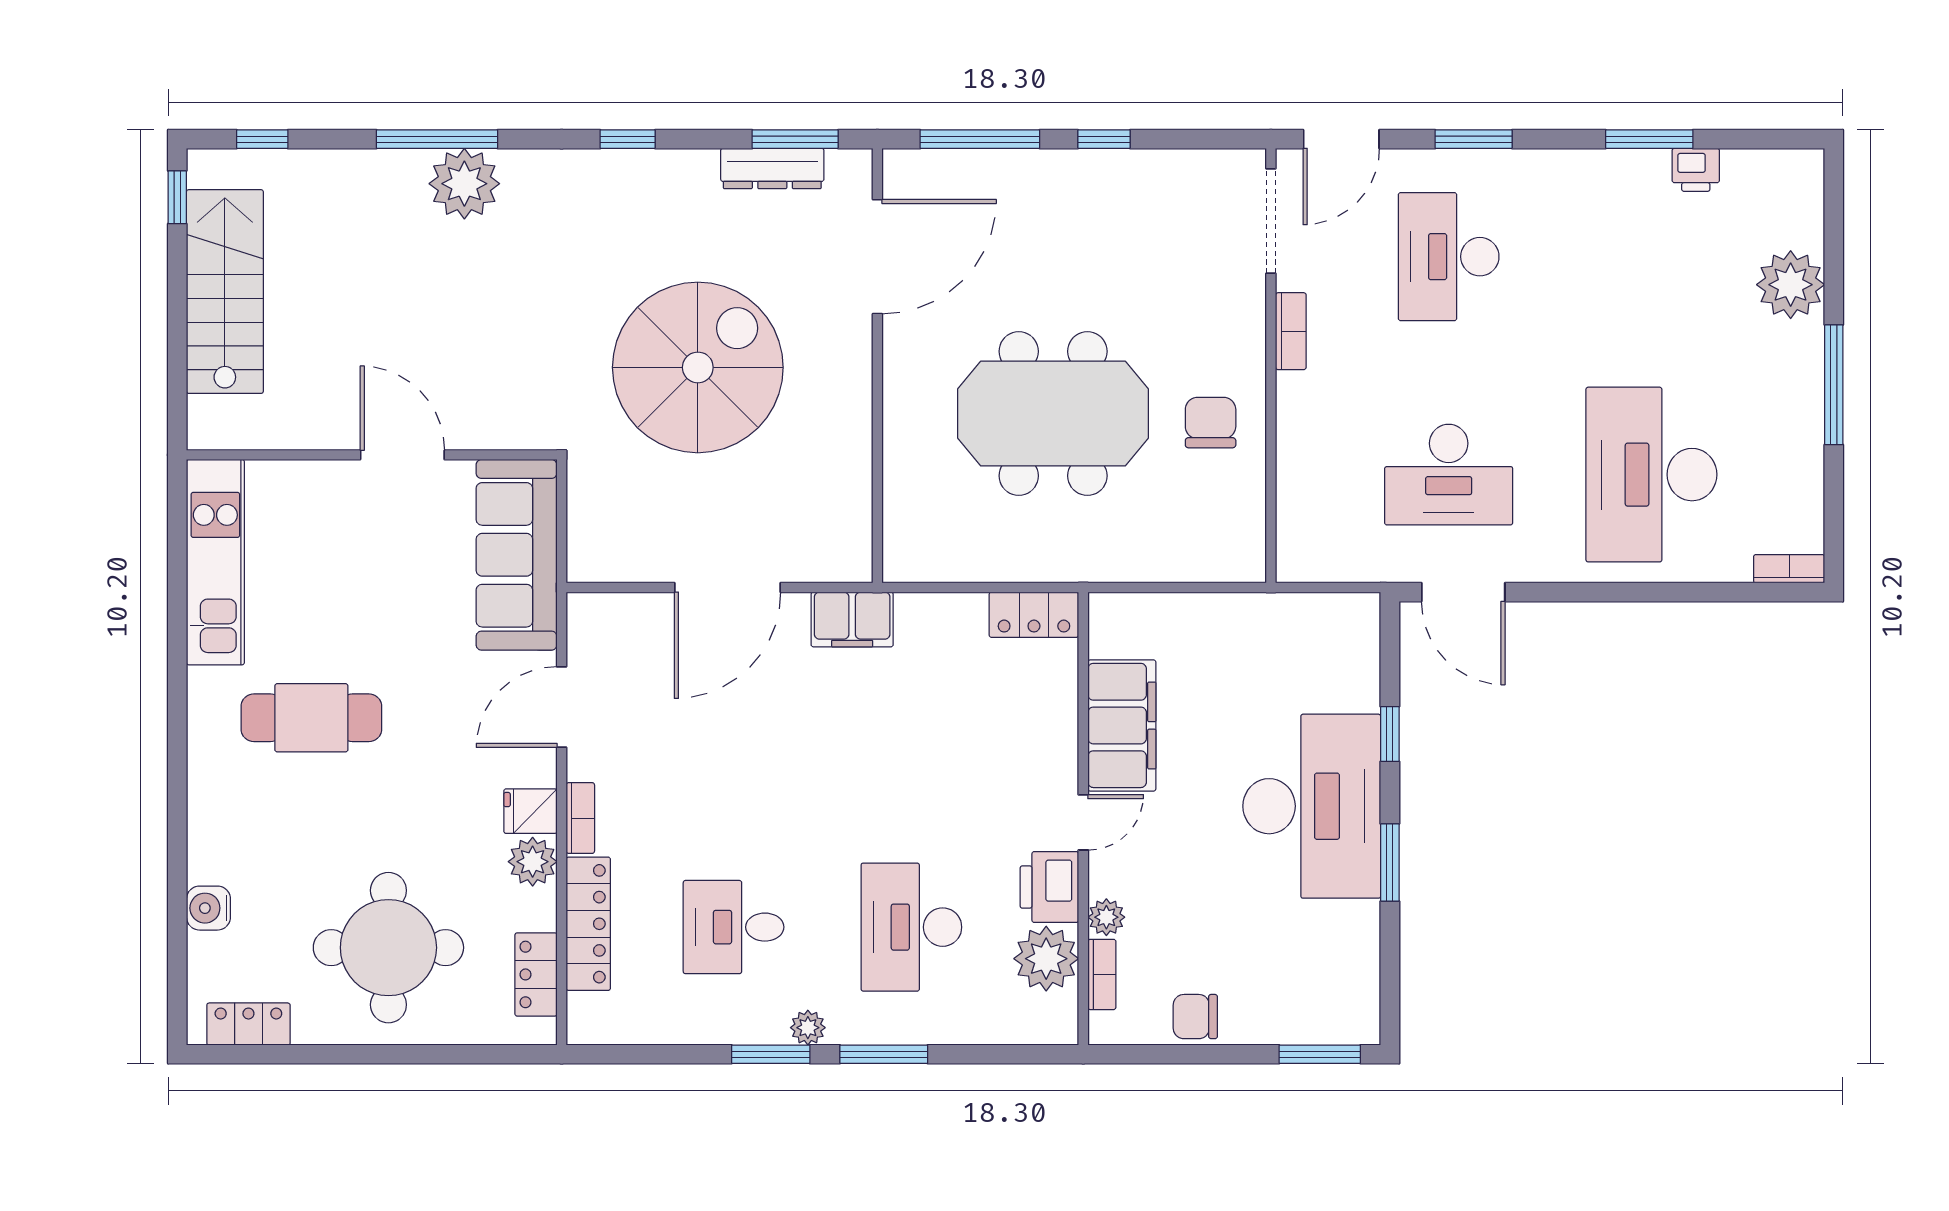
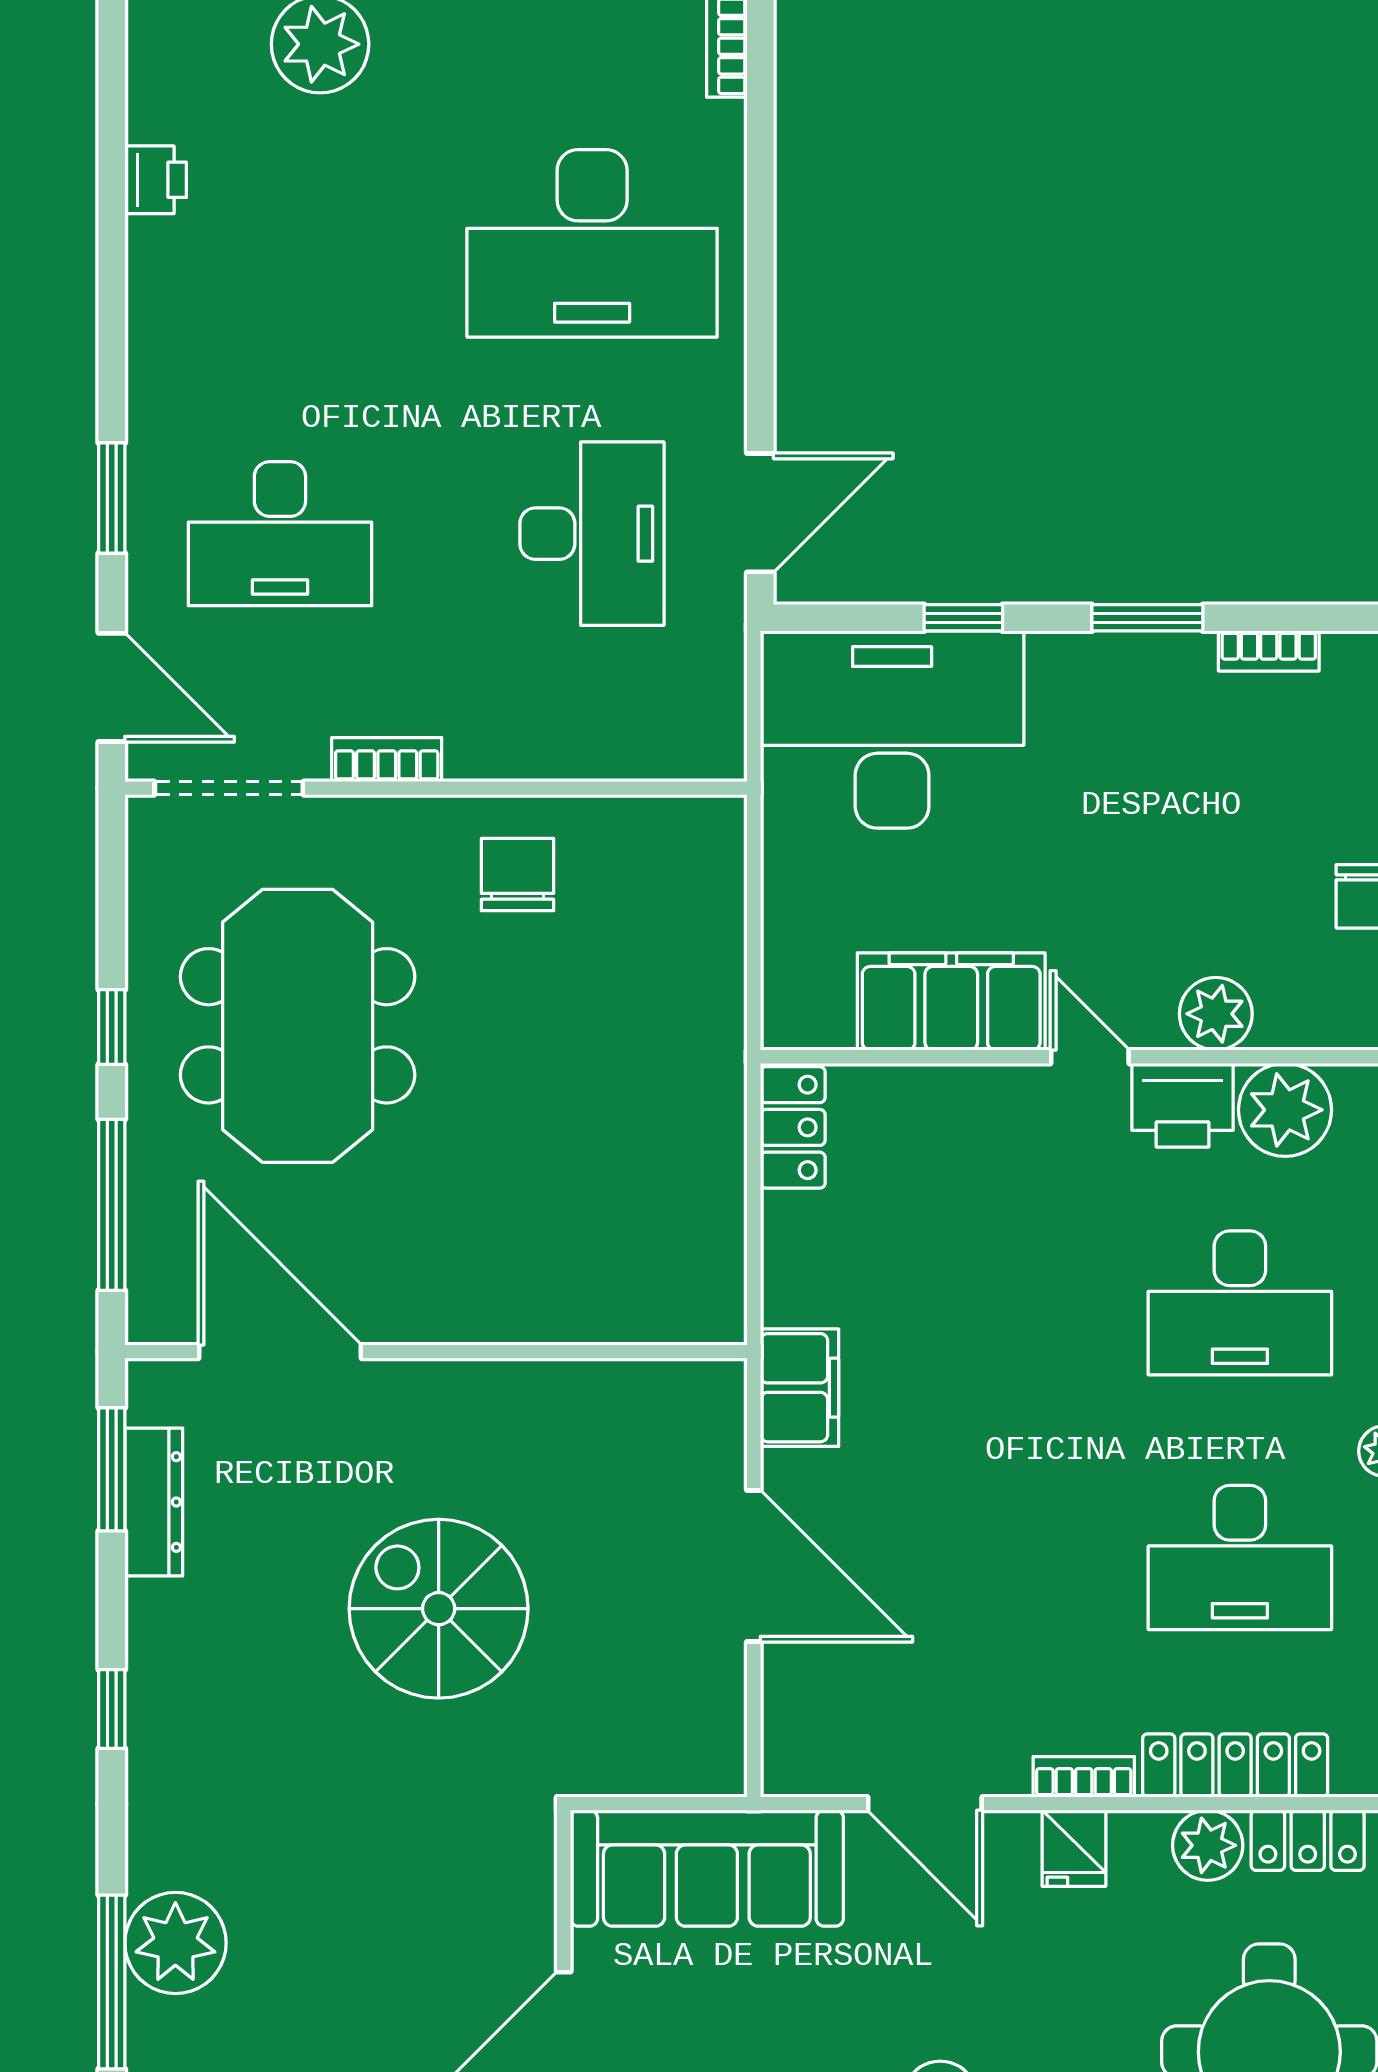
window: (1649, 139) -> (112, 246), removed
spiral stairs: (698, 367) -> (439, 1609), width x0.73, depth x0.73
meeting table: (1053, 414) -> (298, 1026), moved
chair: (1211, 423) -> (518, 875), turned 90
desk: (1312, 806) -> (892, 730), moved
plant: (533, 862) -> (1208, 1845), moved
plant: (1106, 917) -> (1216, 1014), width x1.38, depth x1.38
desk: (734, 927) -> (1240, 1557), width x1.37
bookcase: (1102, 974) -> (1269, 651), moved, turned 180

